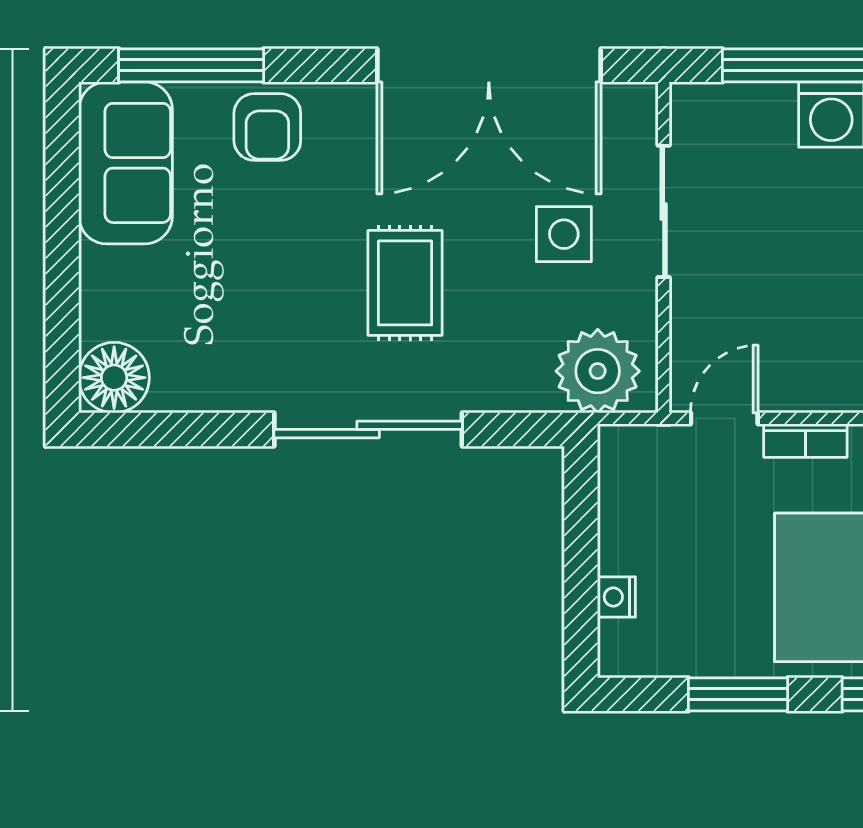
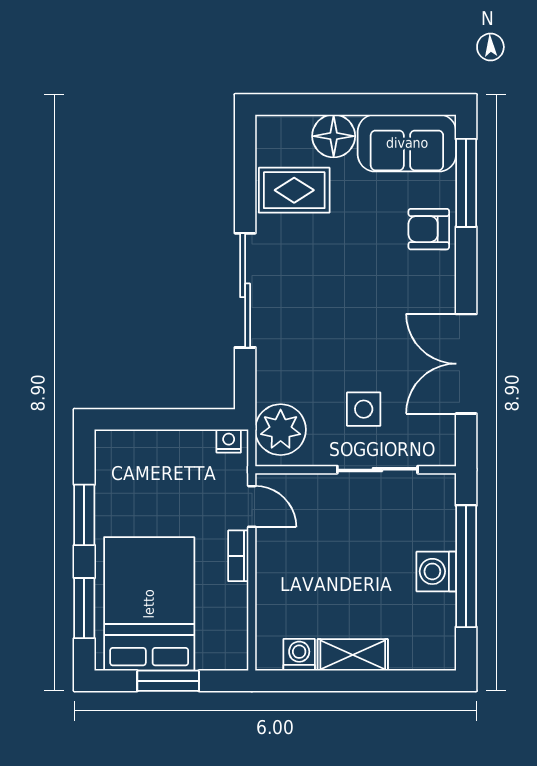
double door: (489, 65) -> (466, 364), width x0.73
rug: (405, 283) -> (294, 190), moved
floor lamp: (114, 378) -> (334, 136), moved
nightstand: (616, 597) -> (229, 441), moved

